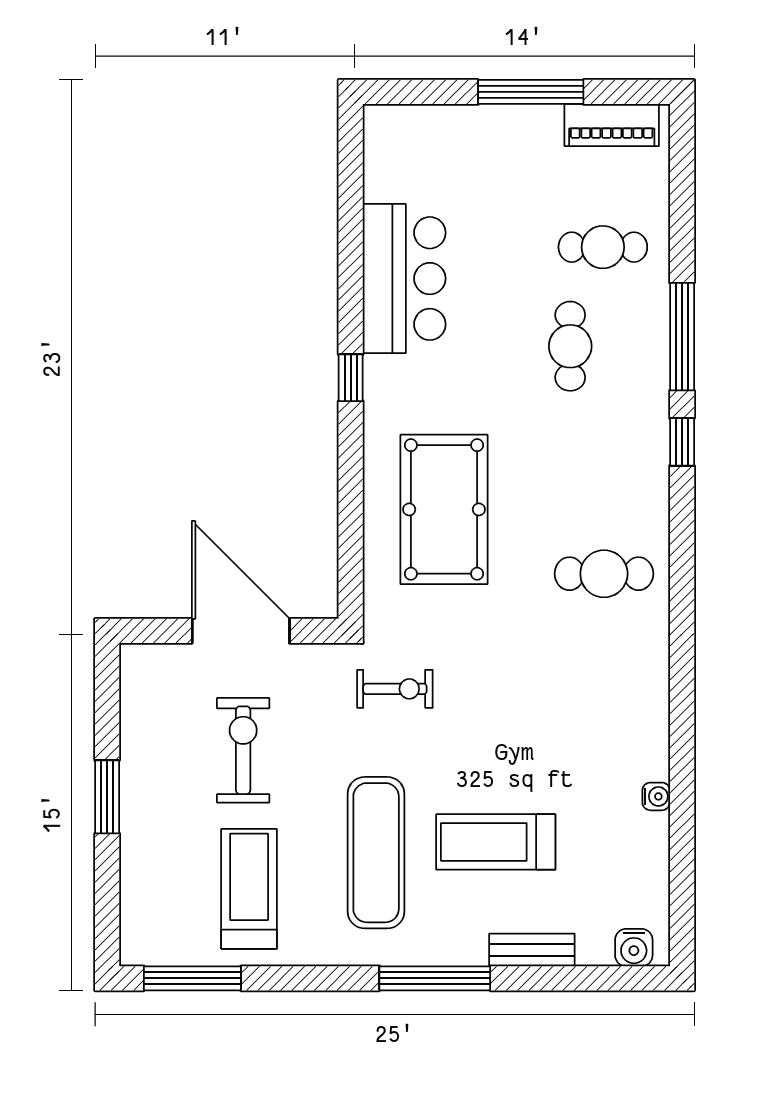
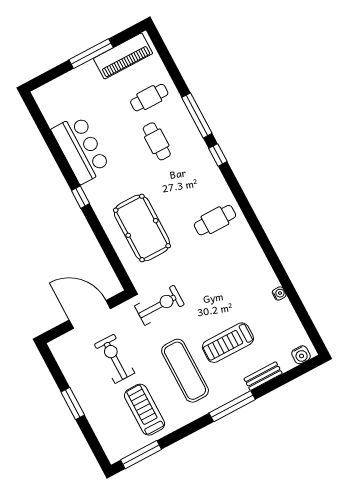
piano: (612, 125) -> (123, 56), width x1.37, depth x1.33
exercise bike: (395, 689) -> (159, 305), width x1.38, depth x1.39

